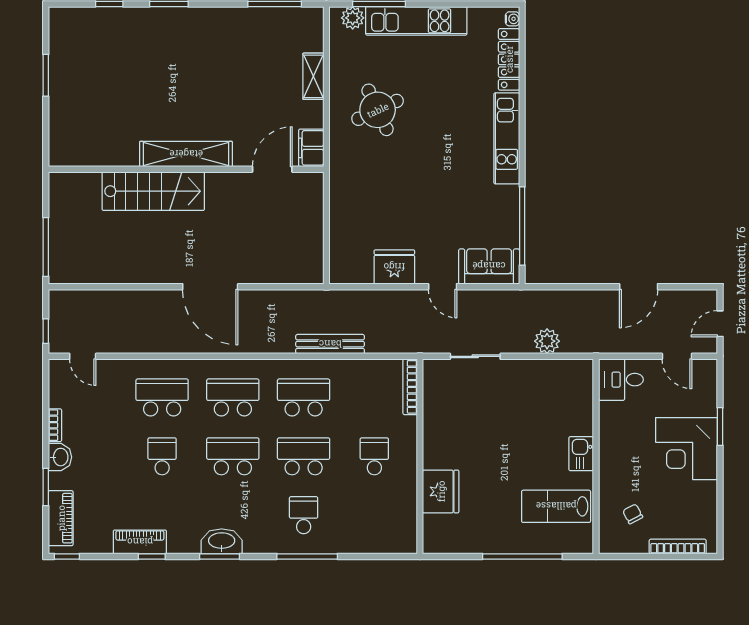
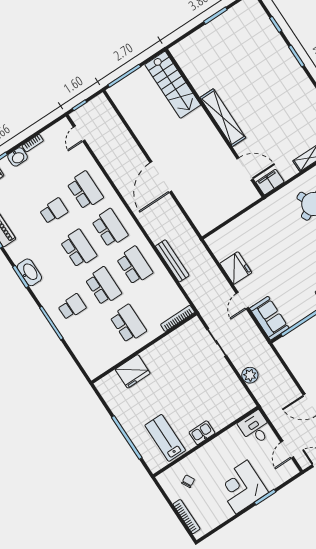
stairs: (153, 191) -> (173, 85), moved
school desk: (374, 456) -> (128, 324), width x1.85

